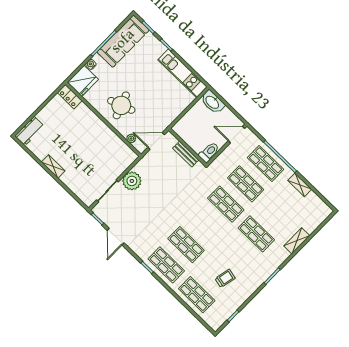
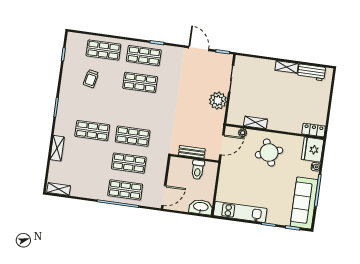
workbench: (30, 131) -> (311, 72), moved, turned -90
shelving: (114, 139) -> (255, 122), added
toilet: (209, 152) -> (198, 170), moved
shelving: (300, 185) -> (59, 189), moved

